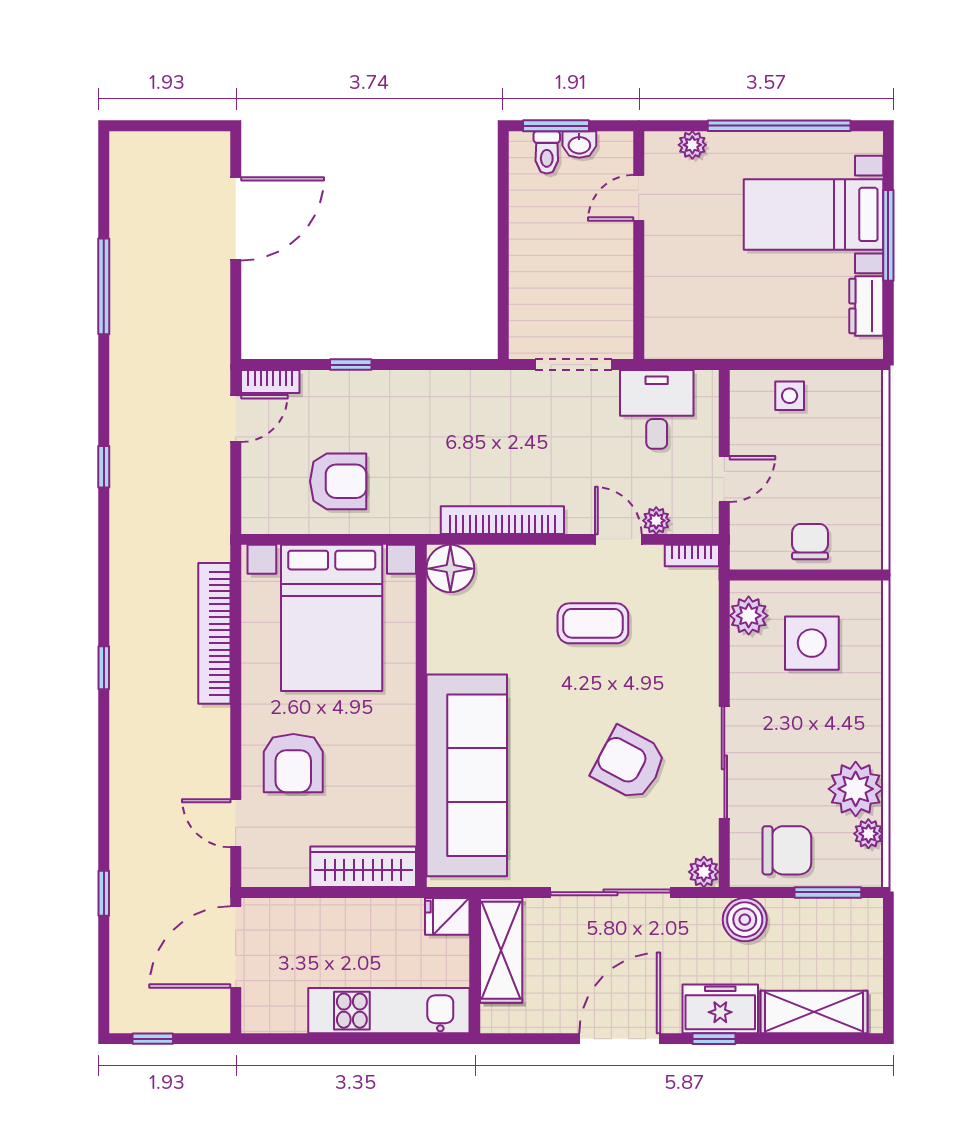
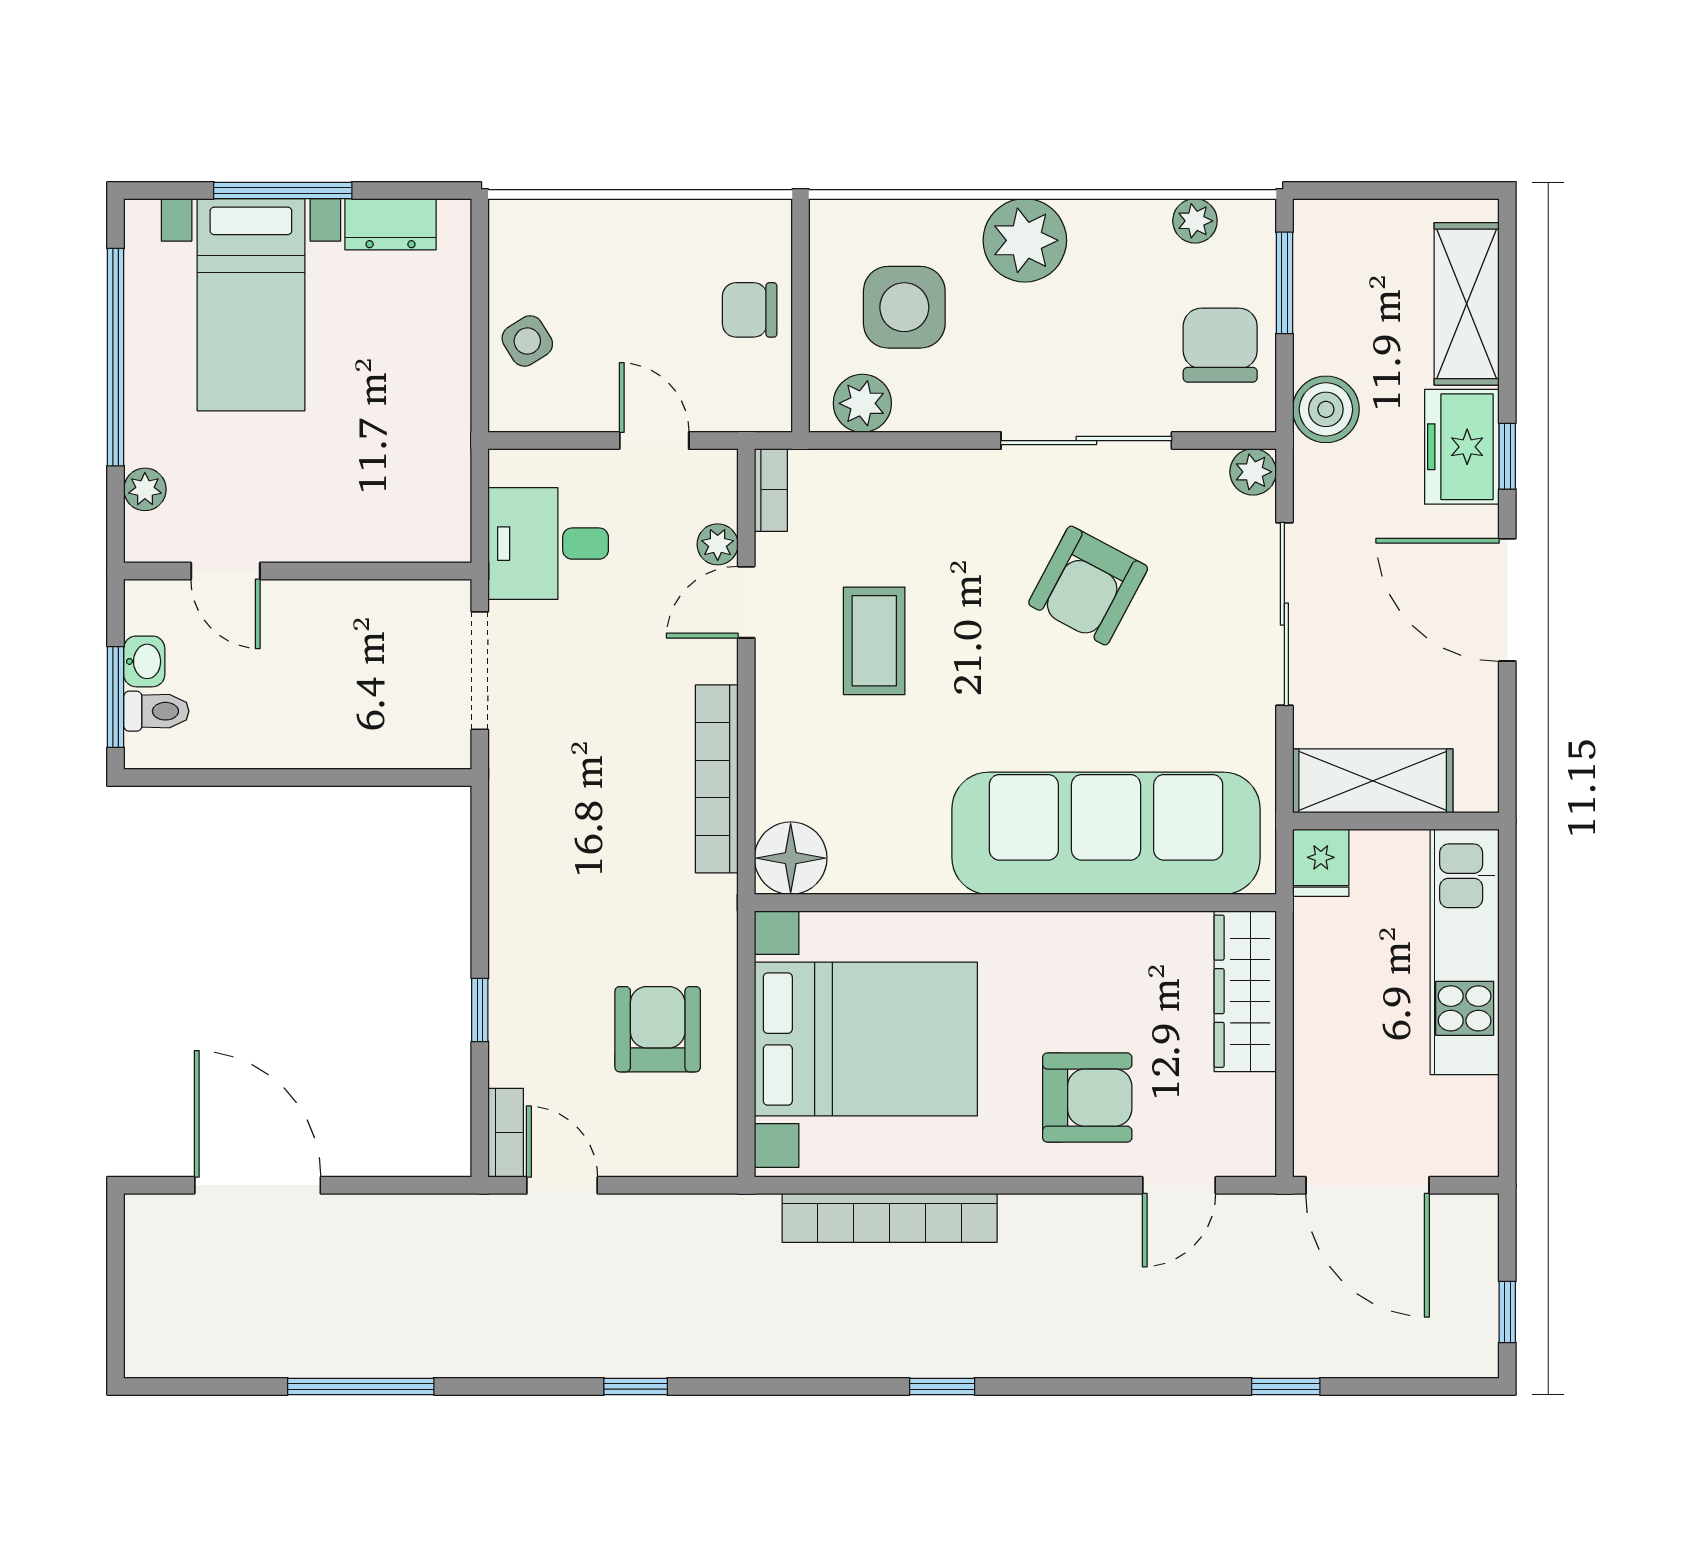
side table: (790, 396) -> (527, 341), turned -32
plant: (856, 789) -> (1025, 240), moved

